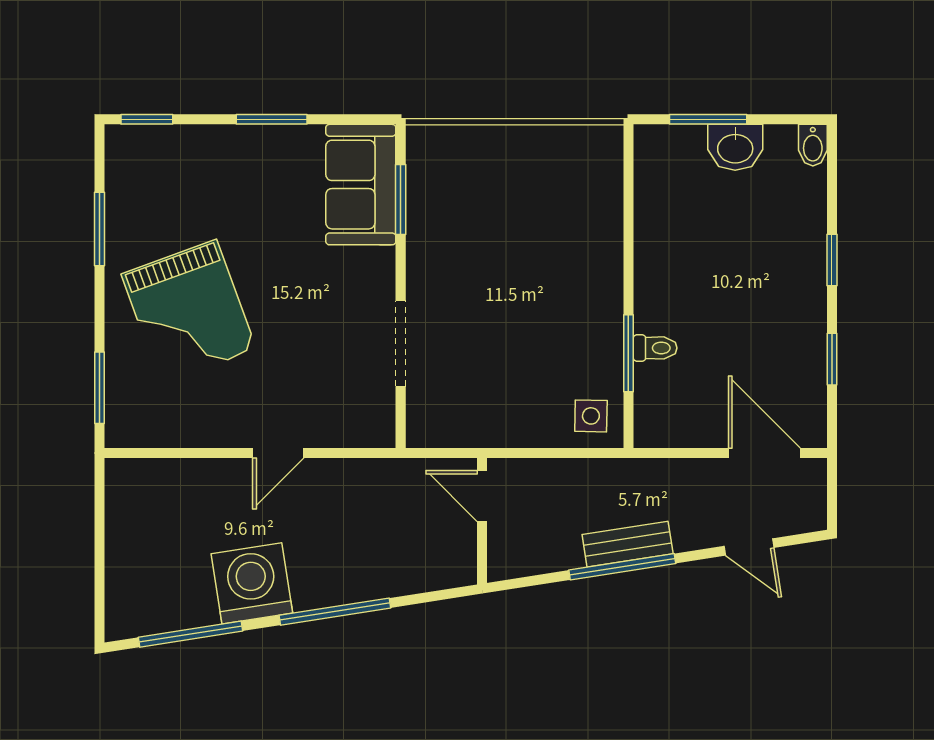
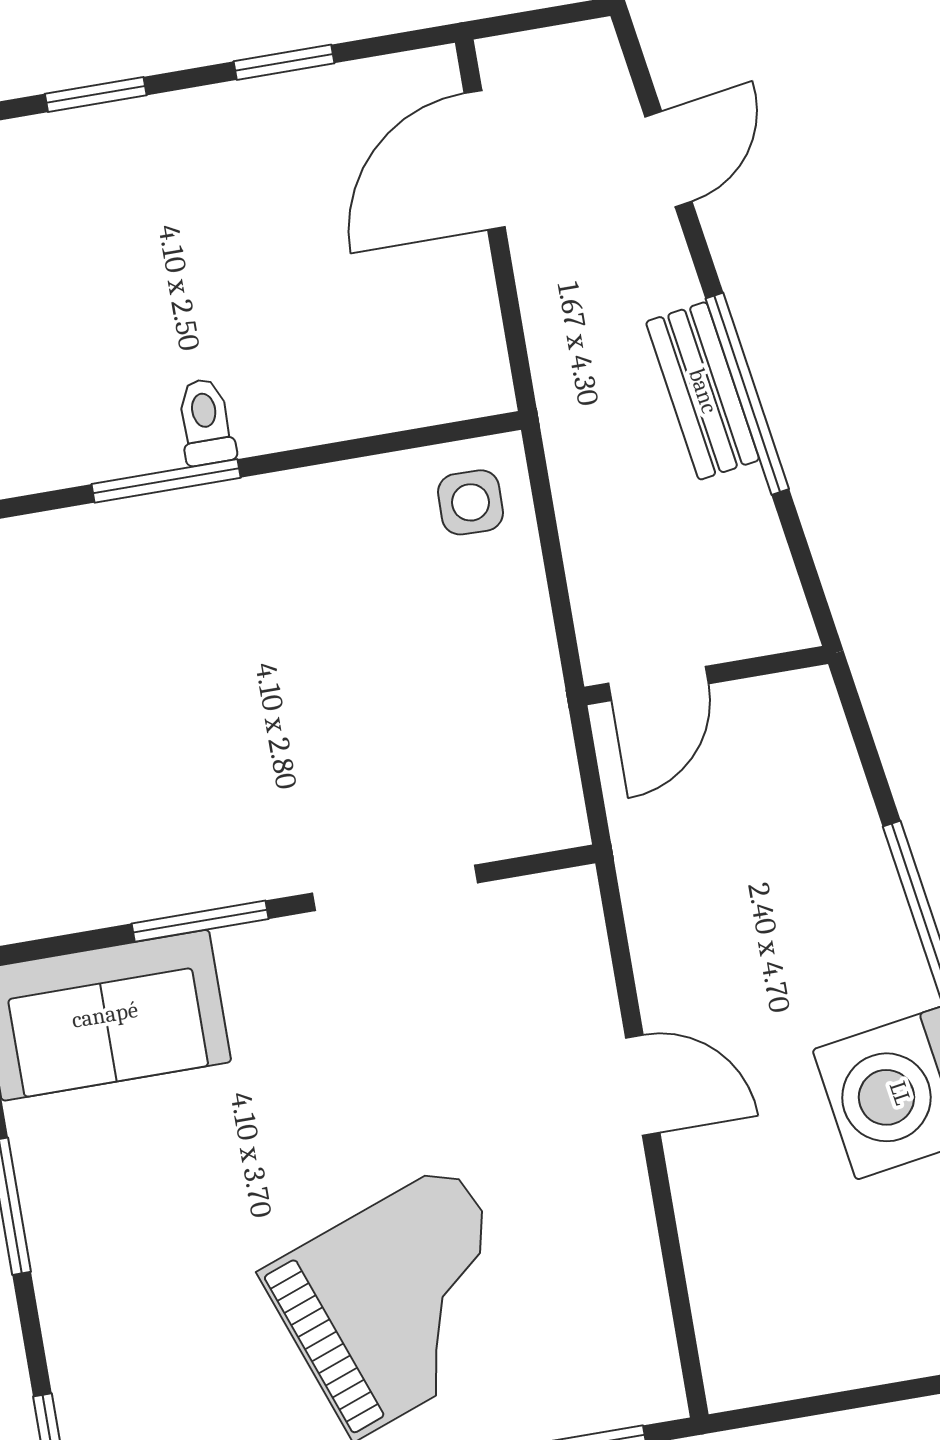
window: (401, 199) -> (200, 921), moved
toilet: (655, 348) -> (206, 422), moved
window: (628, 353) -> (166, 481), moved

